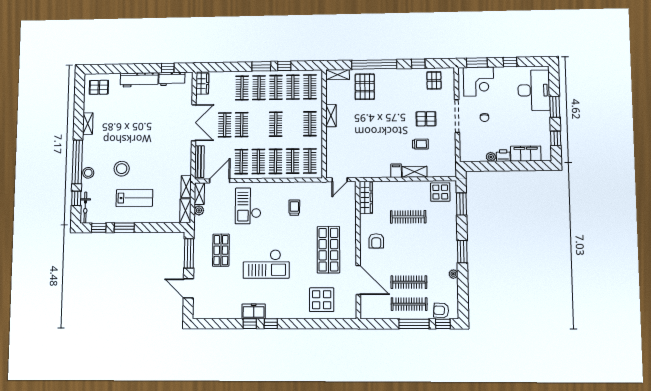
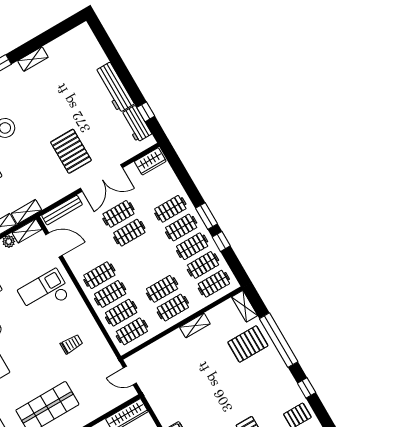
pallet: (99, 87) -> (71, 151), moved, width x1.50, depth x1.42
clothes rail: (276, 124) -> (162, 289), moved
clothes rail: (241, 162) -> (88, 256), removed

